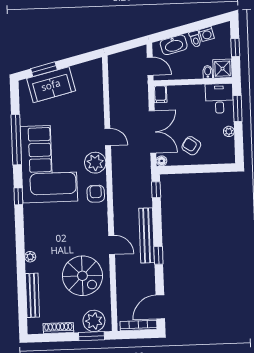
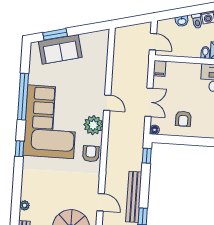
washbasin: (174, 45) -> (182, 21), width x0.52, depth x0.69
double door: (153, 132) -> (149, 102), width x0.73
armchair: (191, 146) -> (183, 119), turned -125

